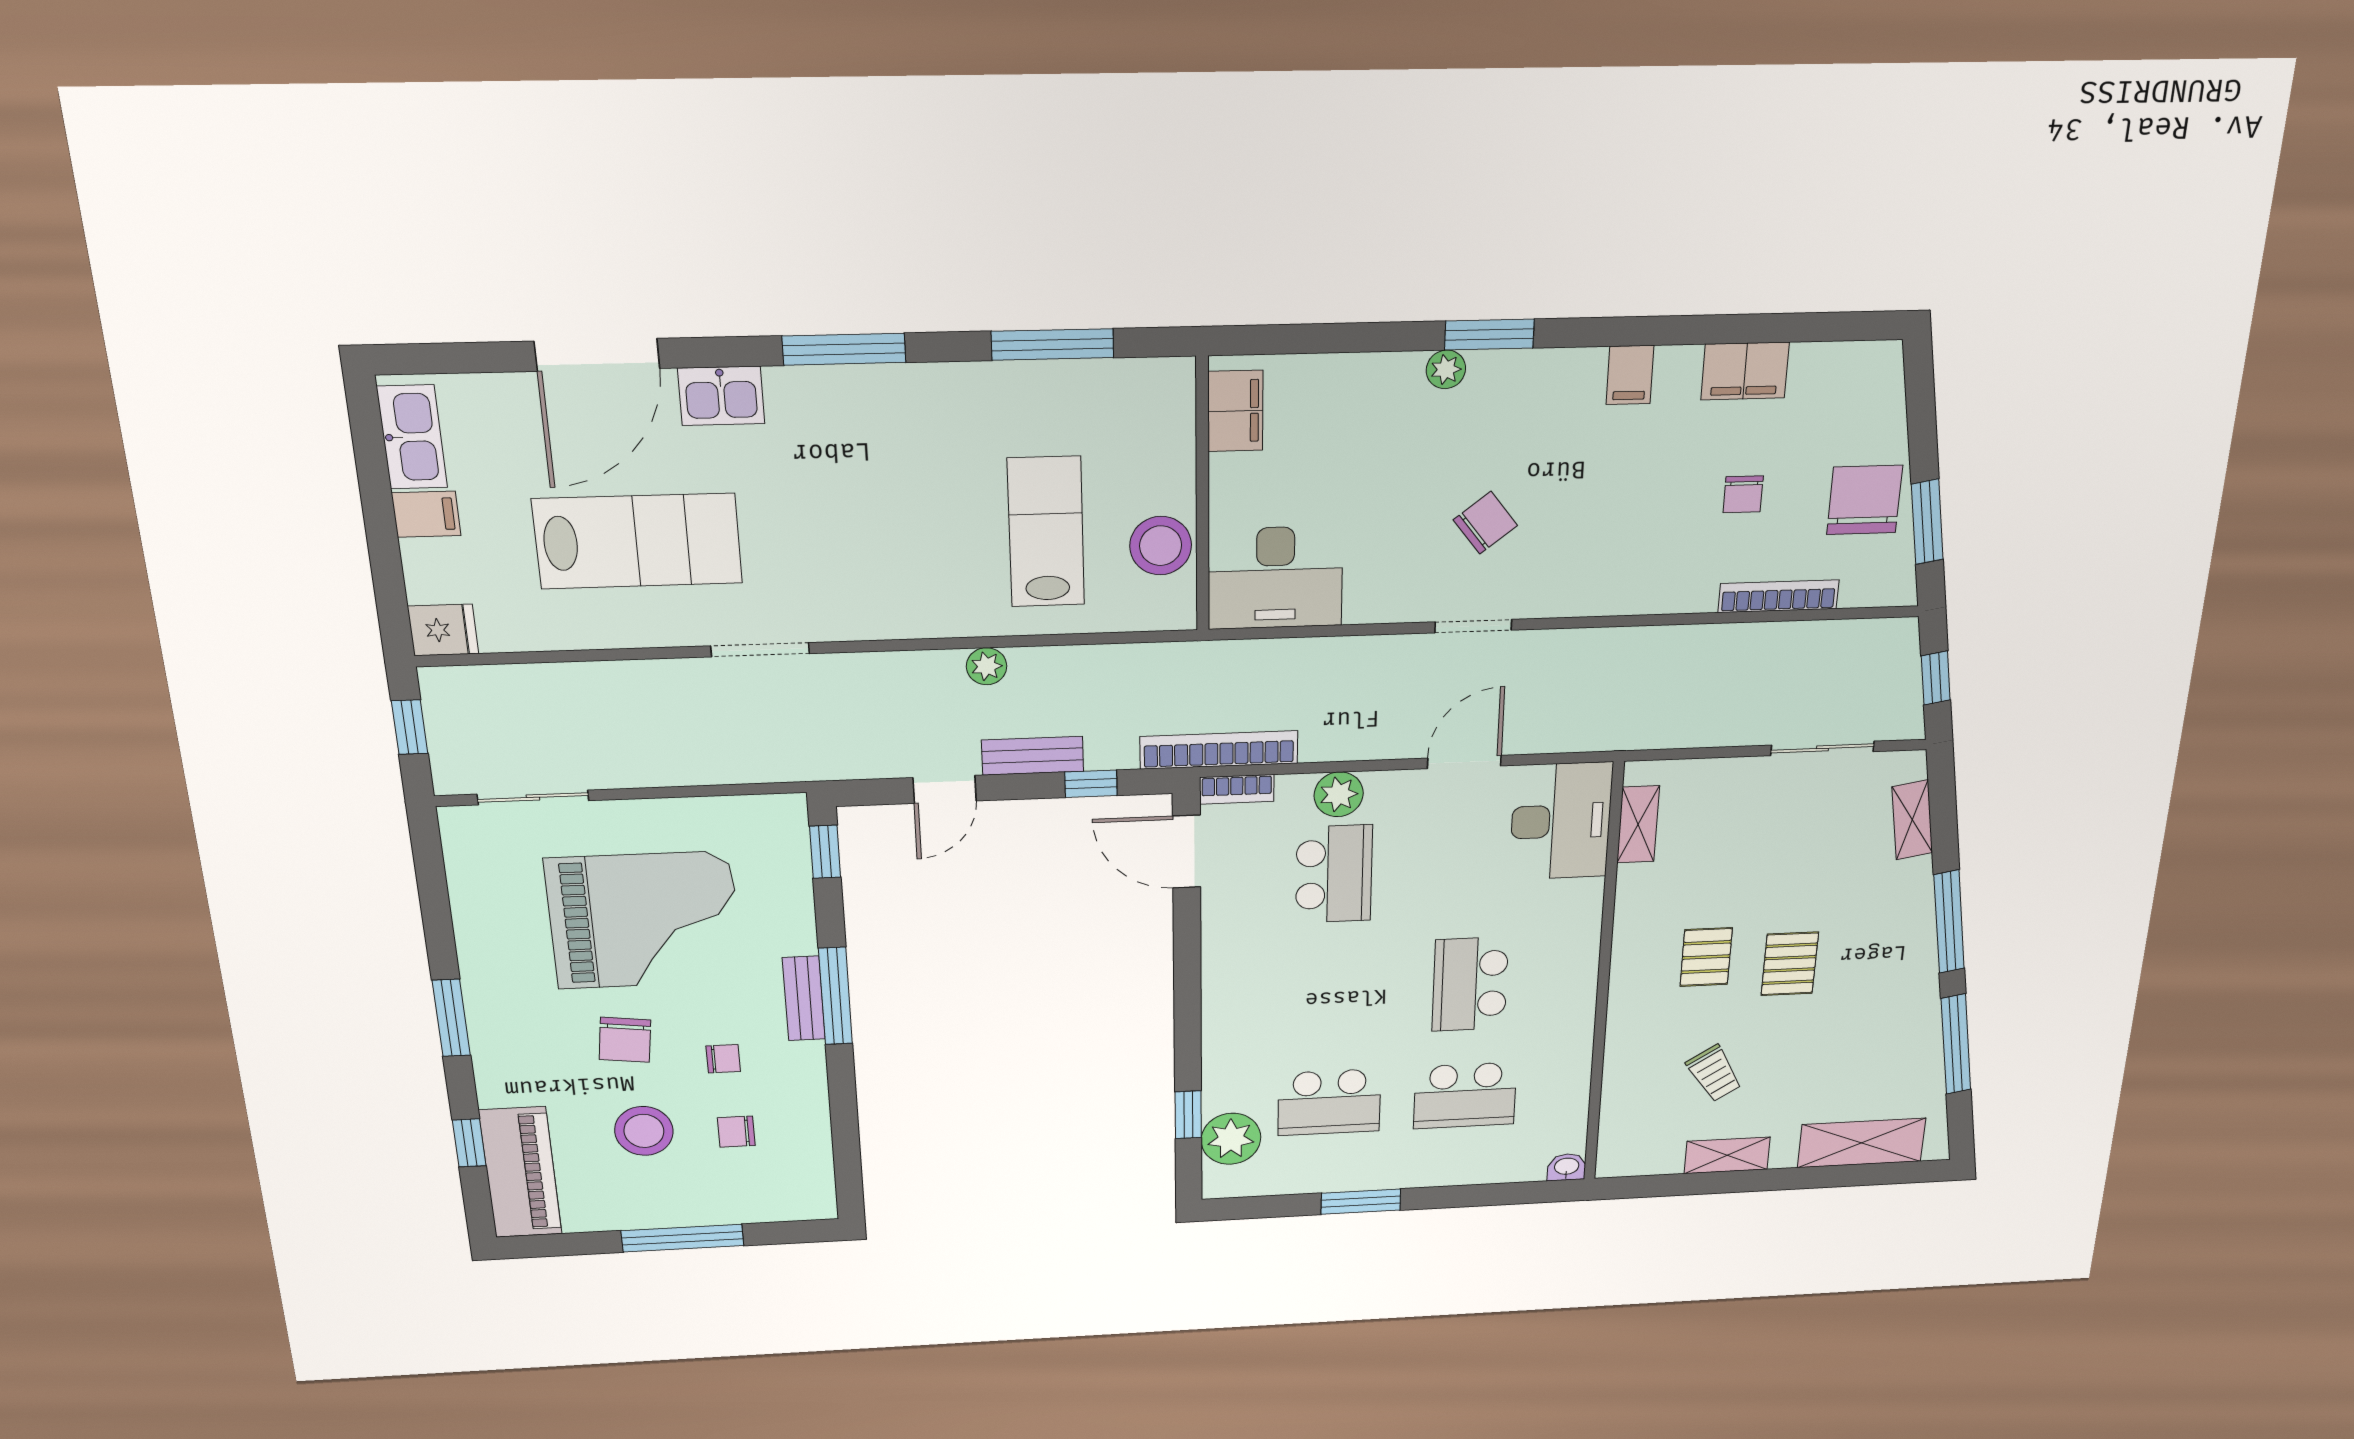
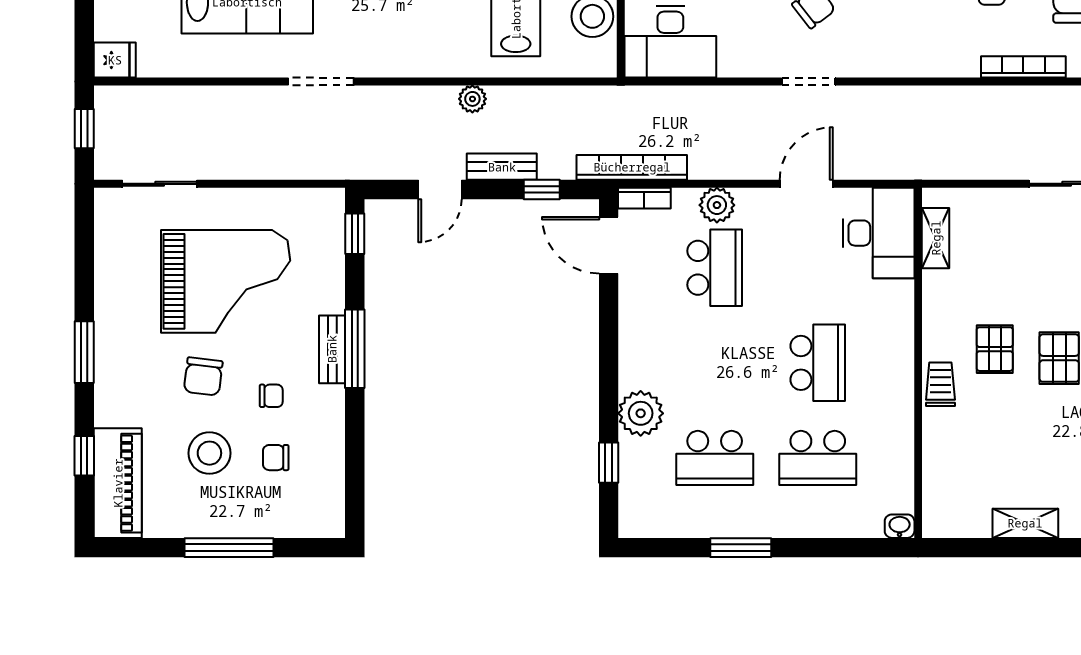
school desk: (1470, 984) -> (818, 363), turned 180
trolley: (1714, 1073) -> (940, 384), moved, turned -148
plant: (1231, 1139) -> (641, 413), moved

